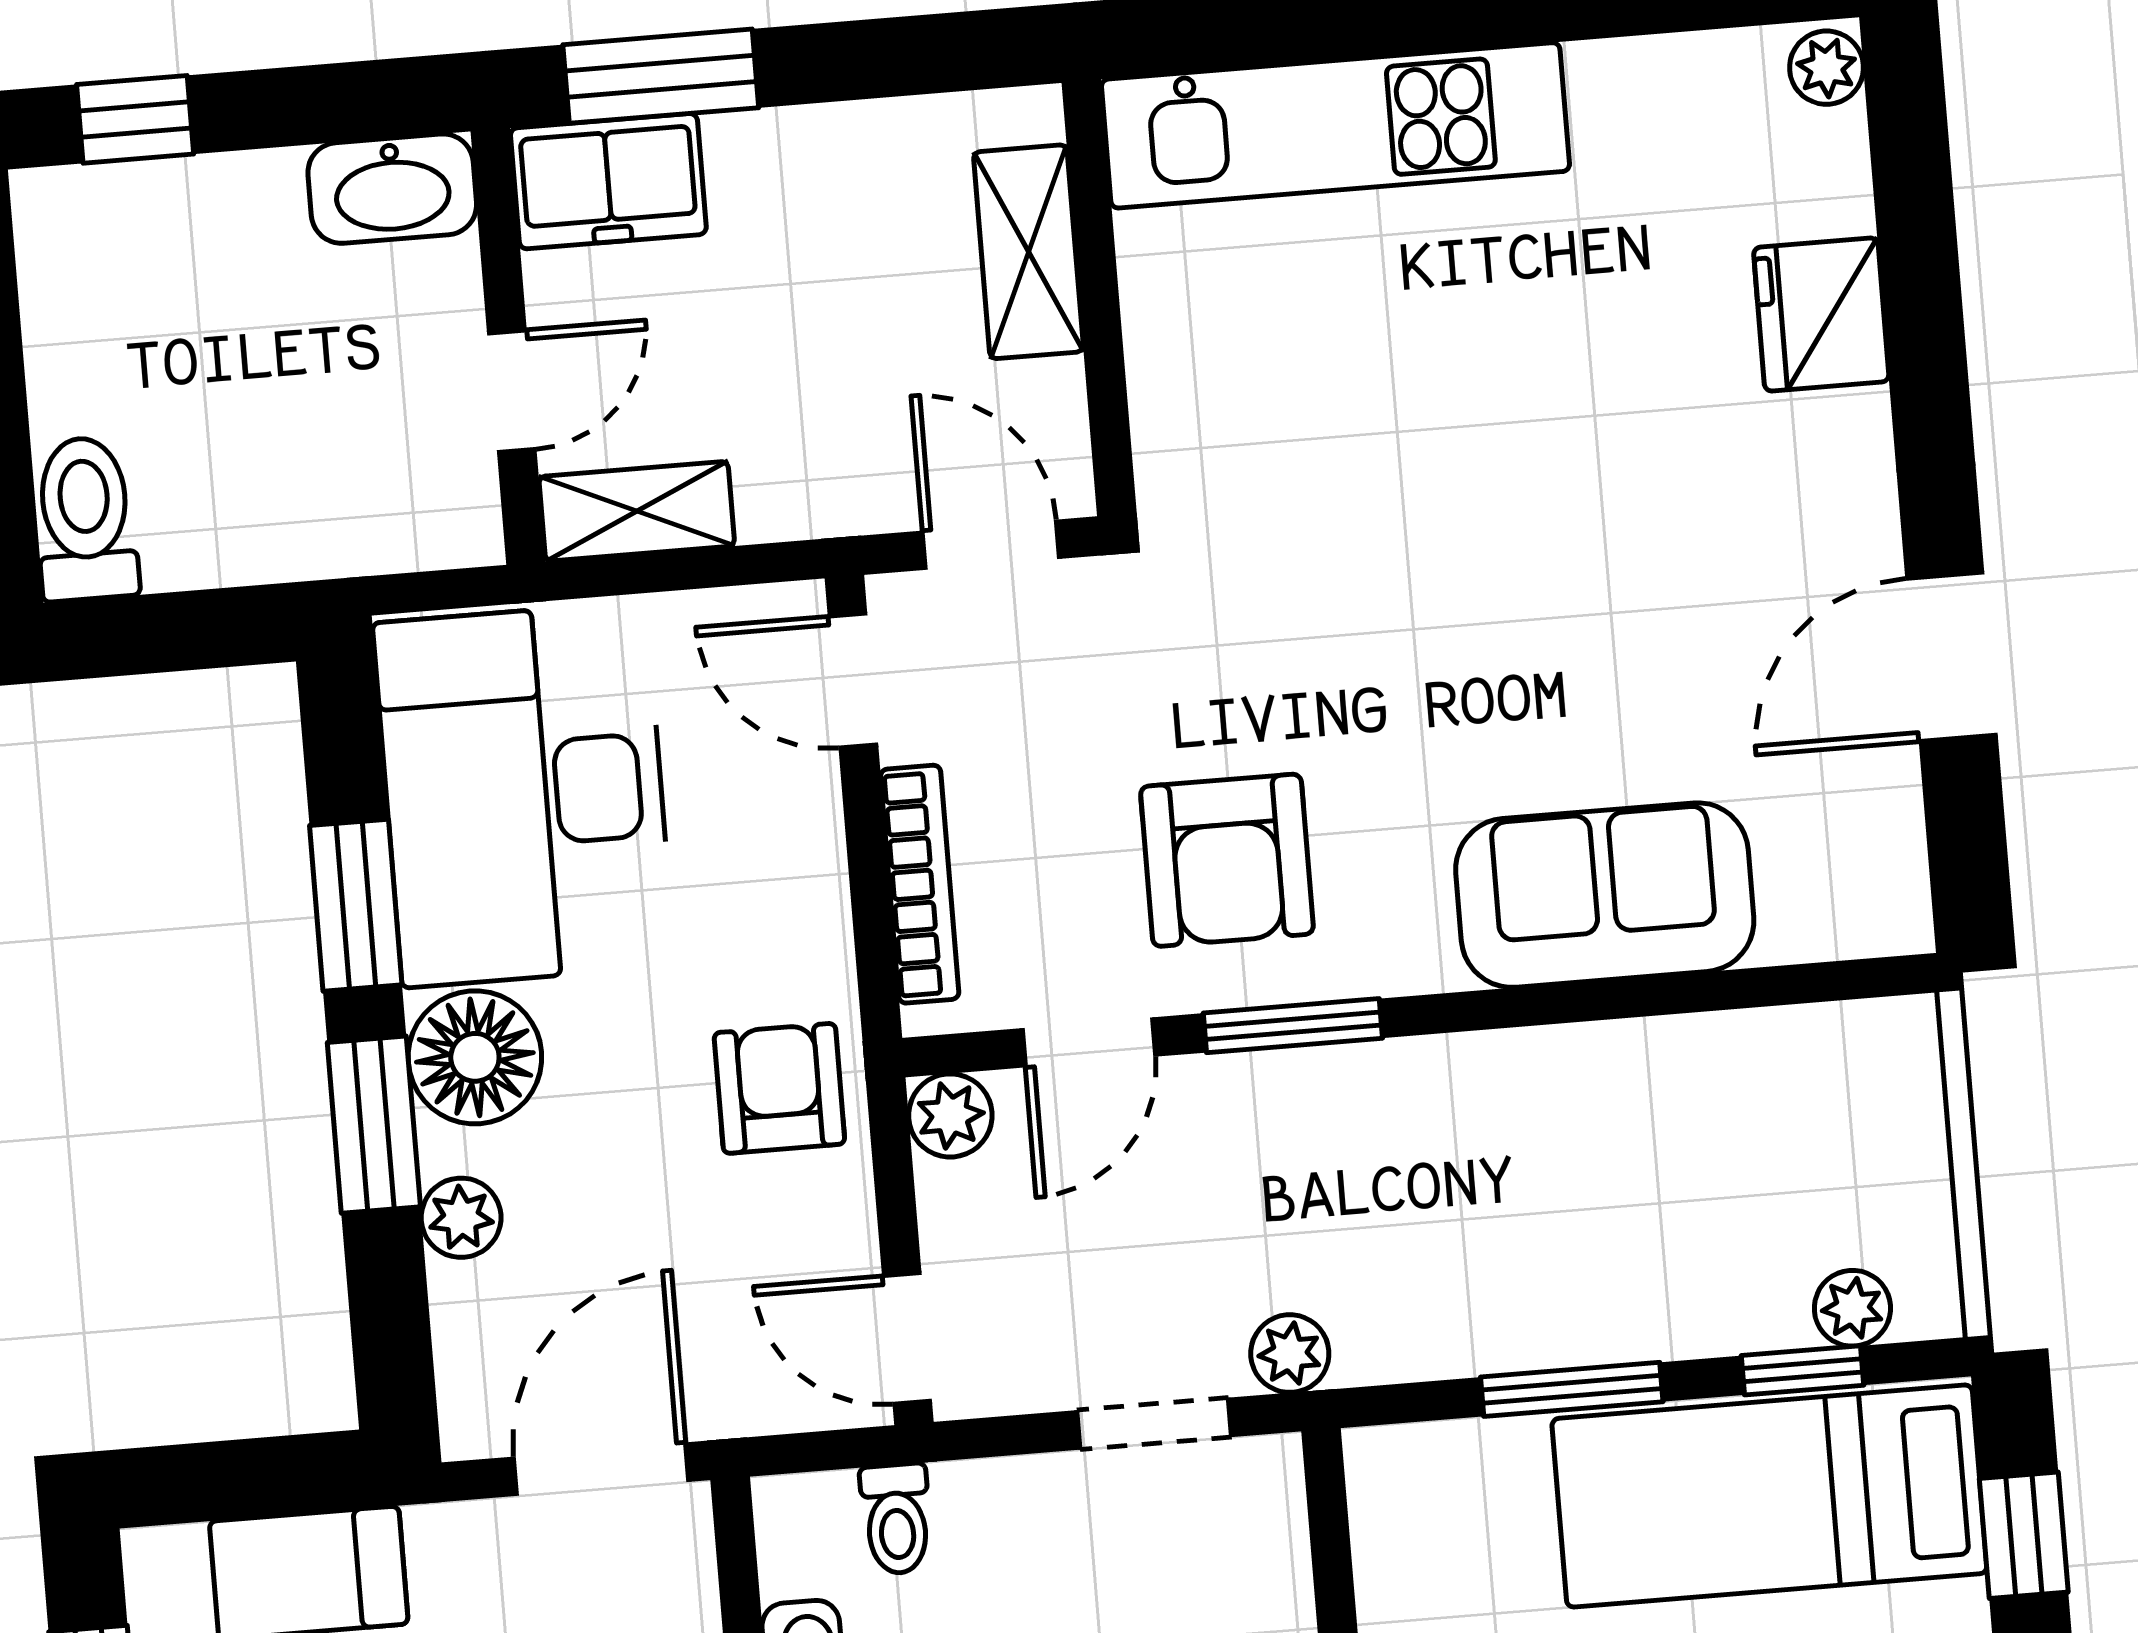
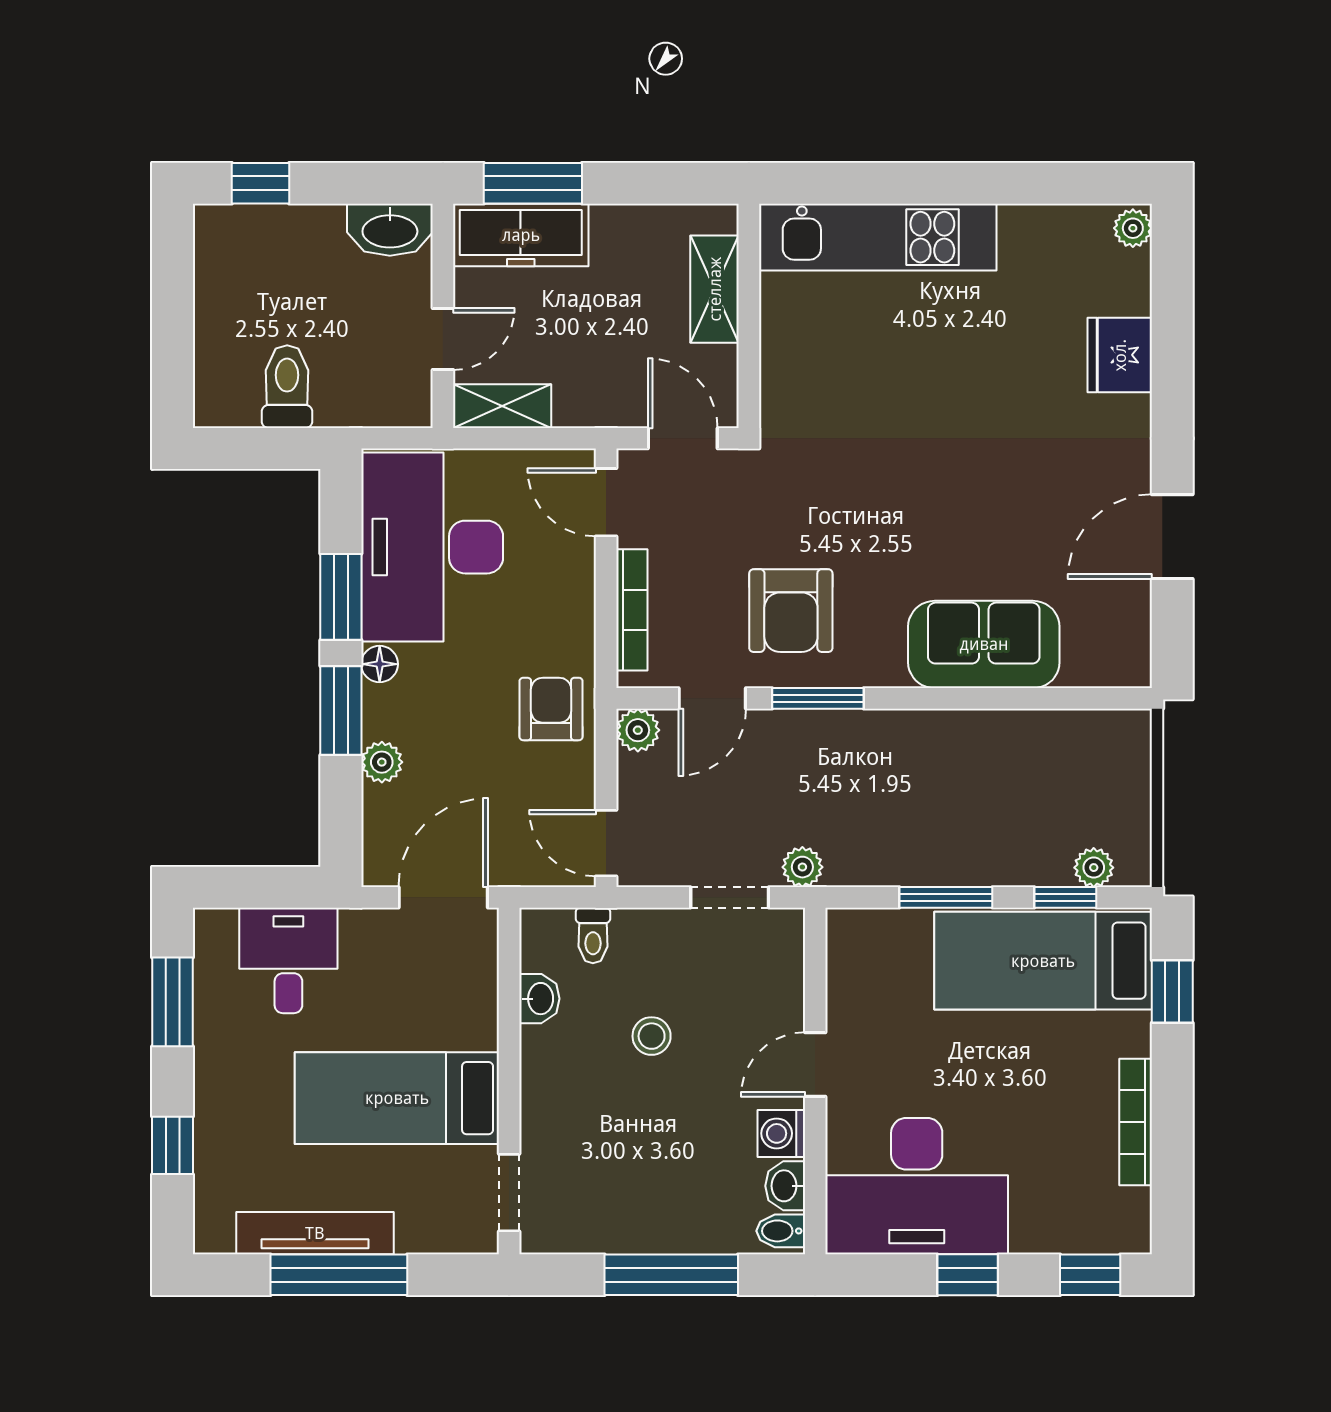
freezer: (608, 181) -> (521, 235), width x1.40
toilet: (85, 519) -> (287, 387), moved
floor lamp: (475, 1057) -> (380, 664), width x0.53, depth x0.53

